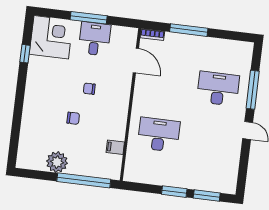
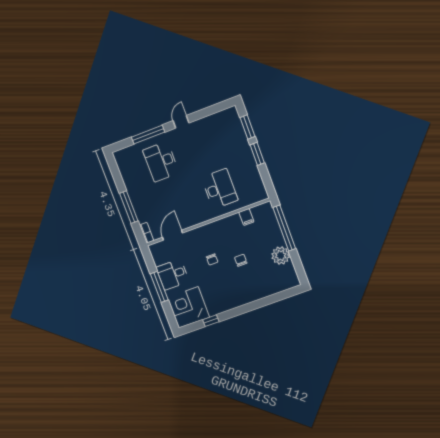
desk: (159, 135) -> (220, 189), turned 180

